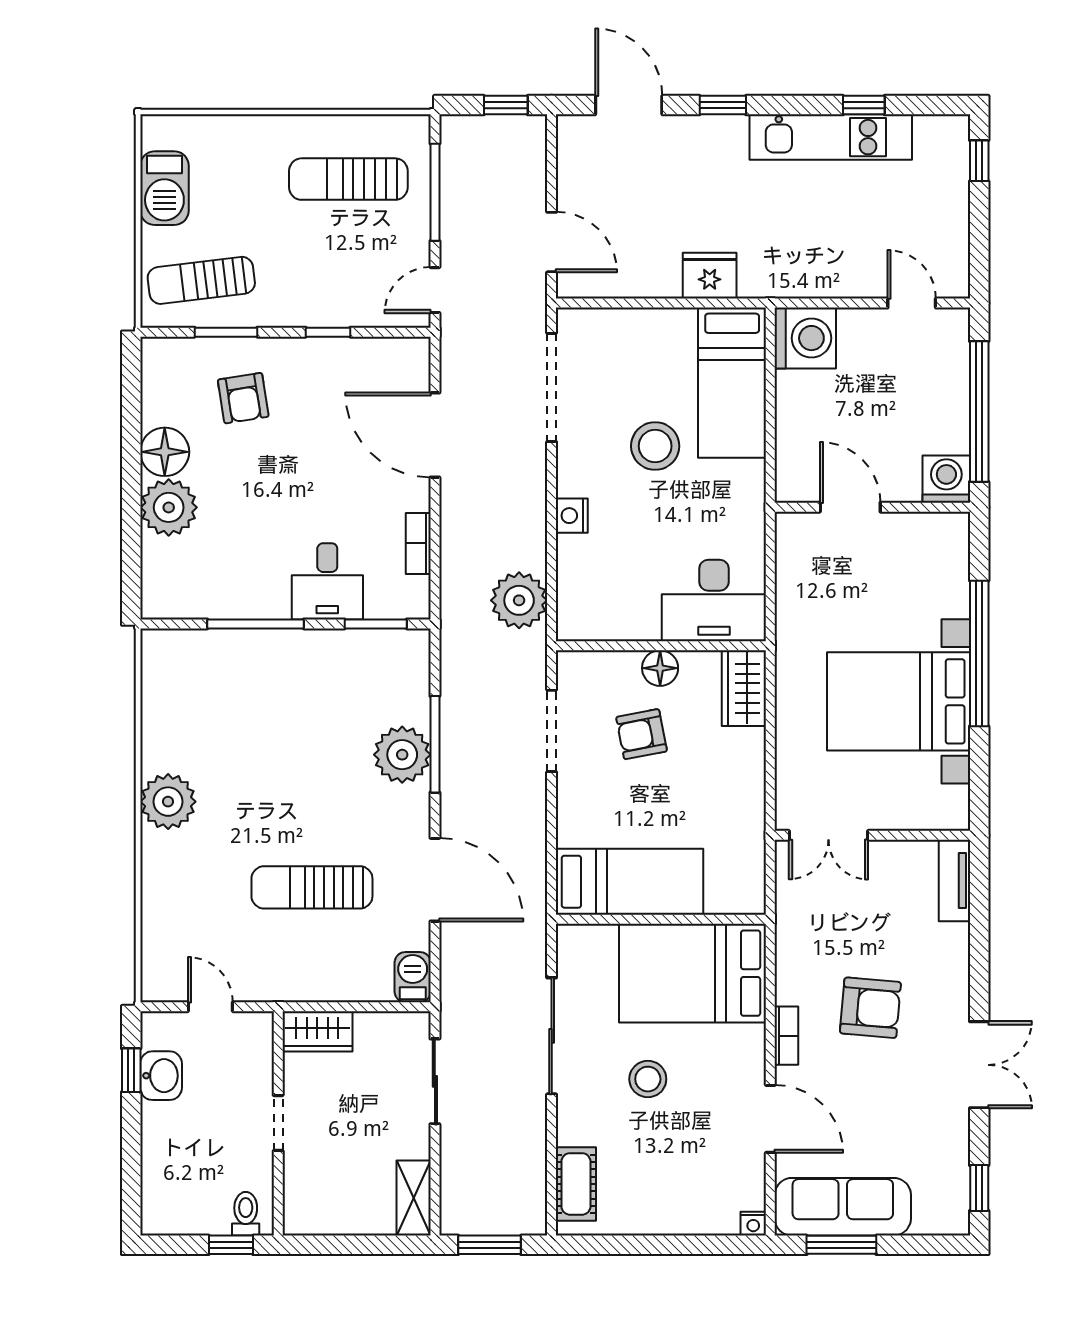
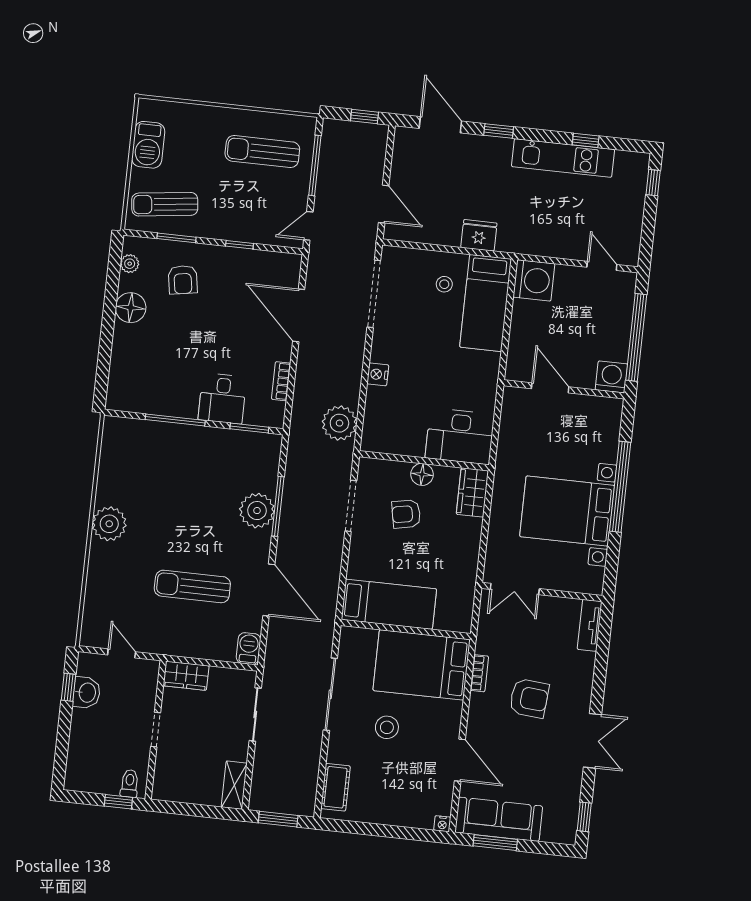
stool: (655, 446) -> (444, 284), moved, width x0.53, depth x0.53
plant: (169, 507) -> (130, 264), moved, width x0.53, depth x0.53
bookcase: (786, 1036) -> (479, 673), moved

